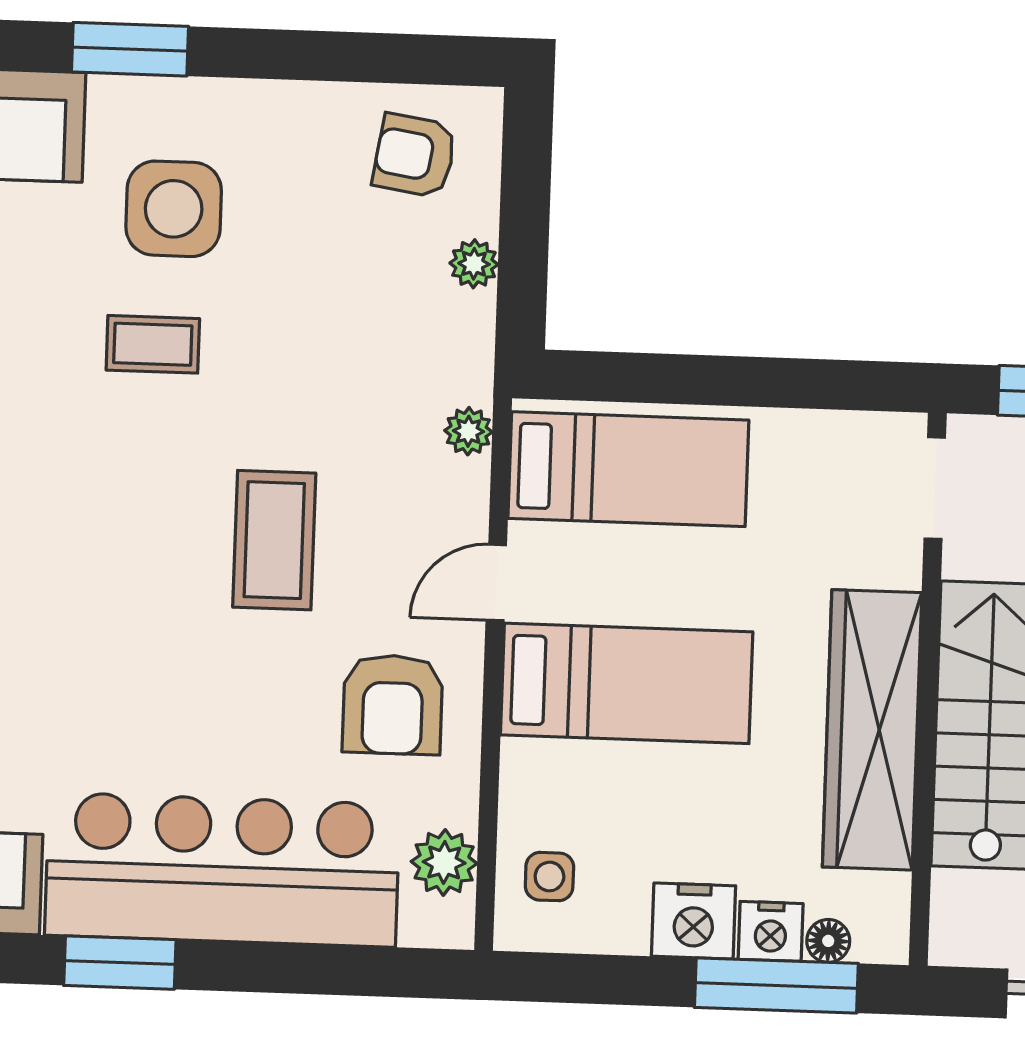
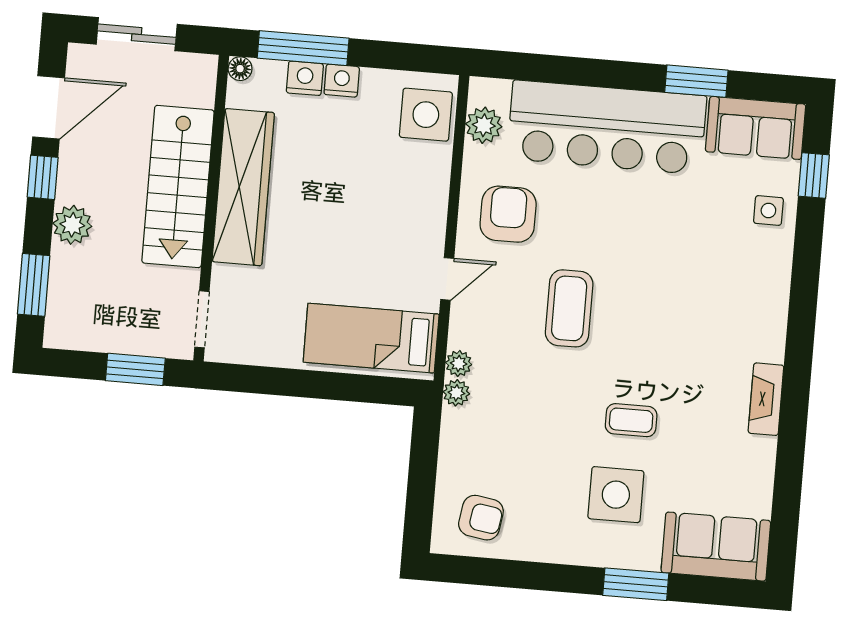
plant: (474, 264) -> (456, 393), moved
bed: (627, 683) -> (378, 220), removed
side table: (549, 877) -> (426, 115), width x1.87, depth x1.87
nightstand: (694, 921) -> (342, 81), width x0.74, depth x0.75
floor lamp: (828, 941) -> (240, 69), moved
window: (120, 963) -> (696, 81), moved

